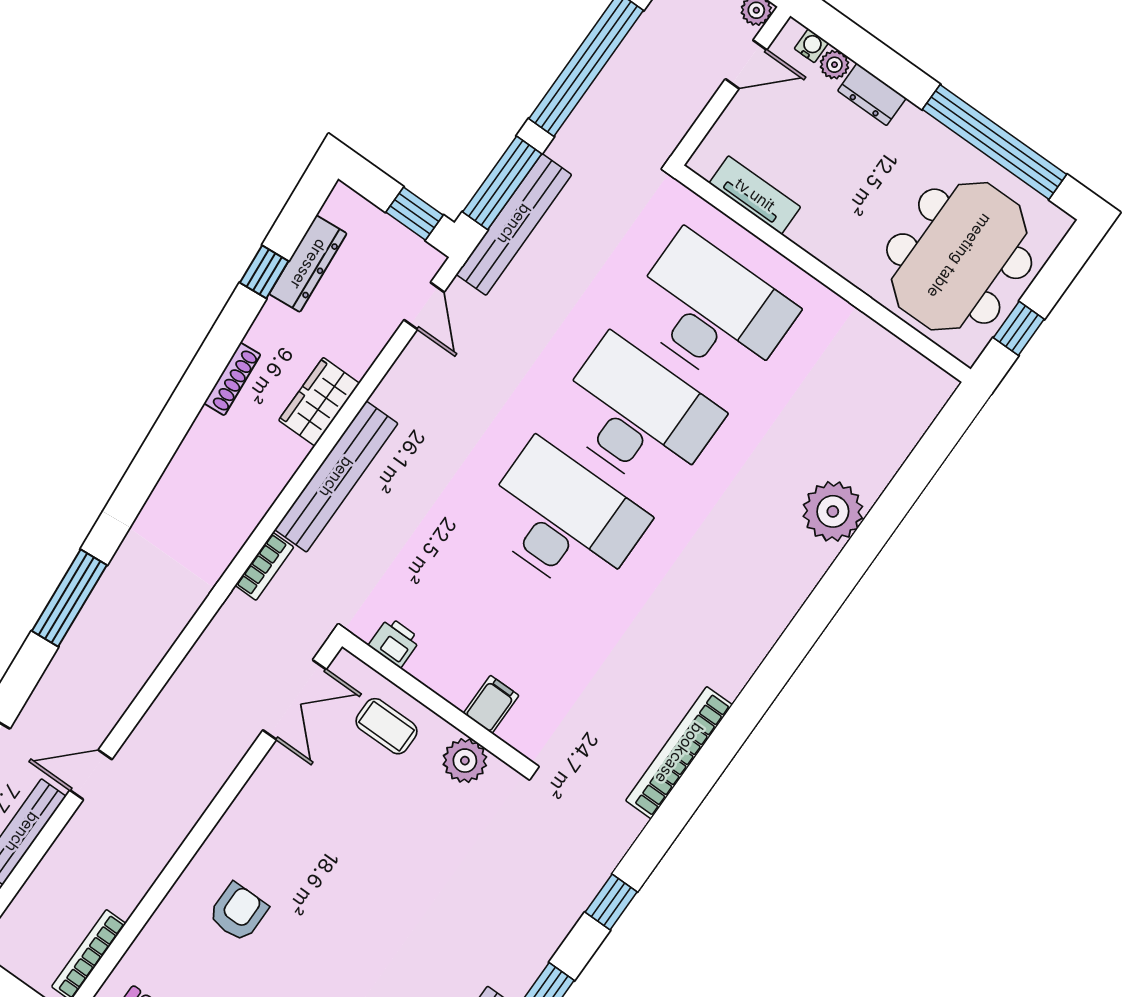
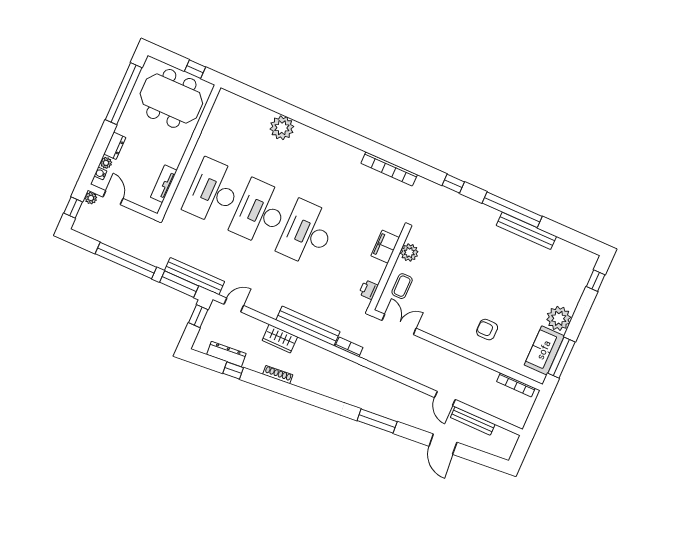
filing cabinet: (491, 704) -> (385, 247), width x2.00

